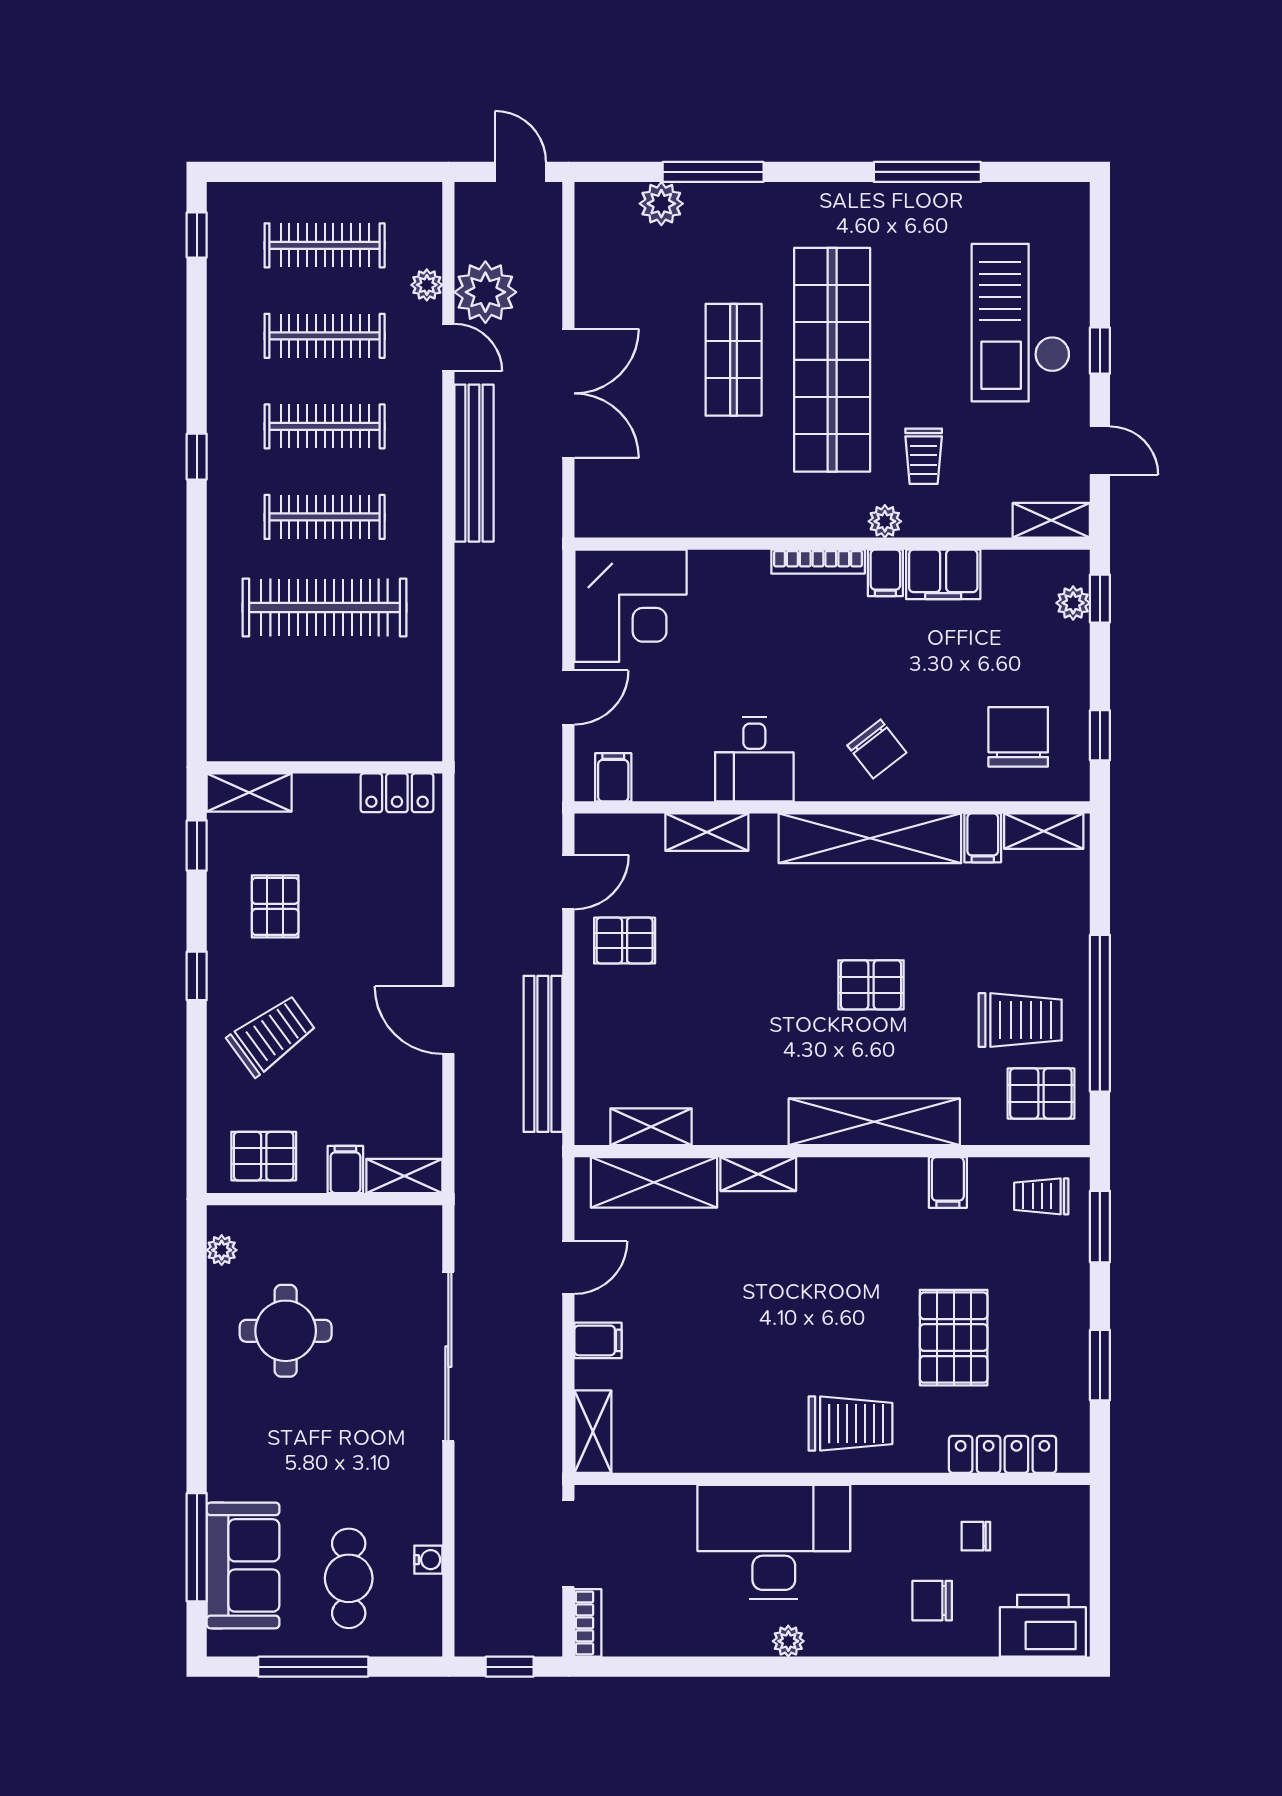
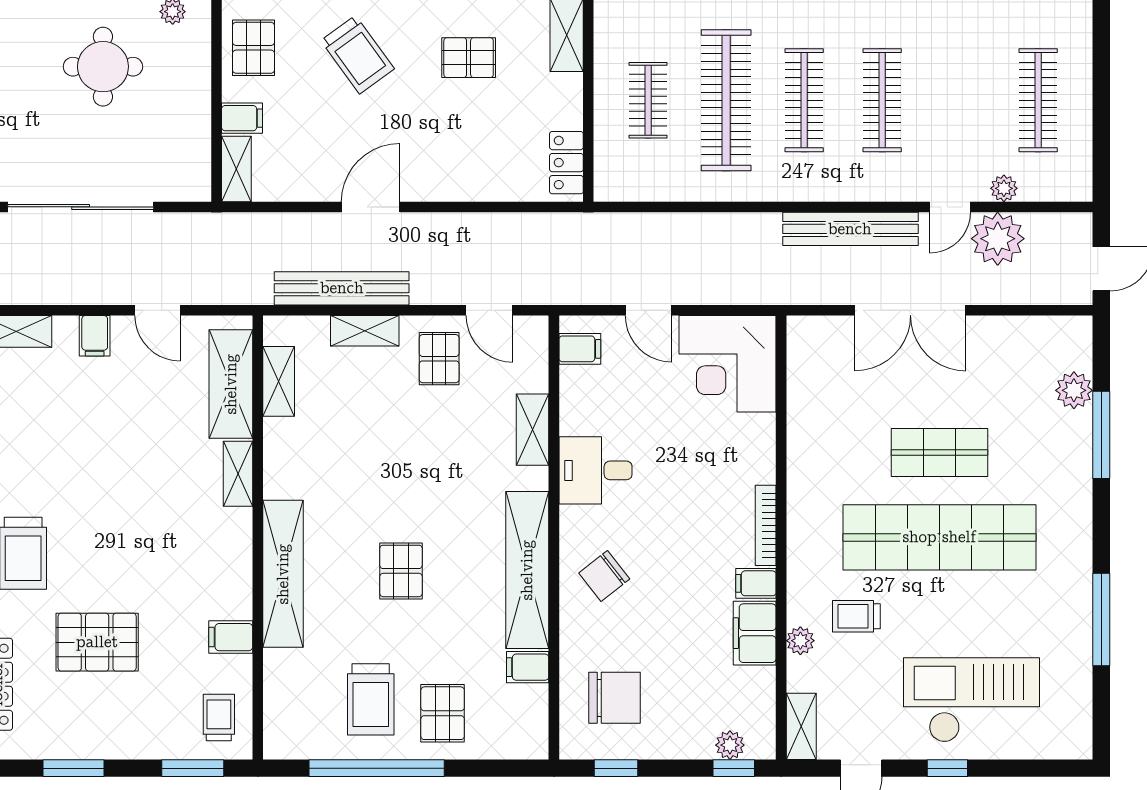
clothes rail: (325, 336) -> (648, 100), moved, width x0.73
plant: (885, 521) -> (800, 641), moved
shelving: (1044, 831) -> (365, 331), moved, turned 90
pallet: (1041, 1093) -> (443, 713), moved

